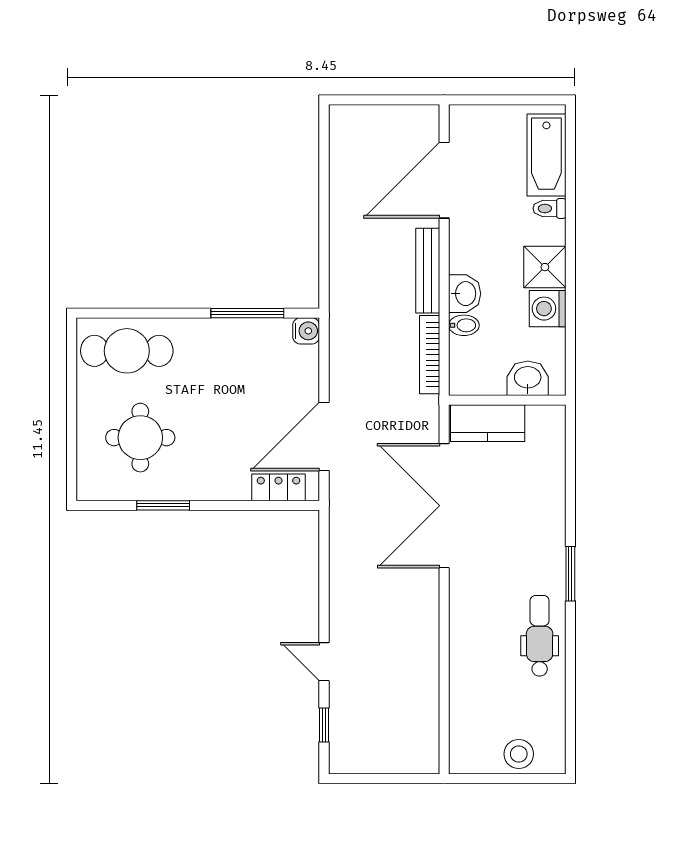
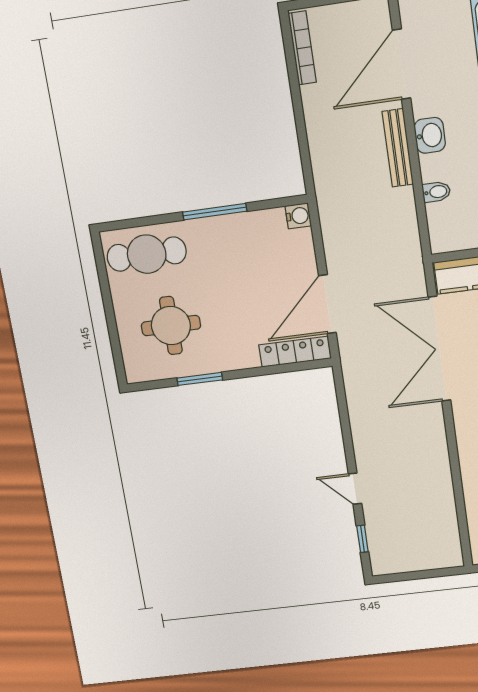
washbasin: (465, 294) -> (430, 135), moved
window: (247, 313) -> (215, 212), moved
bookcase: (430, 355) -> (302, 48), moved, turned 180
locker: (279, 487) -> (295, 352), width x1.53

